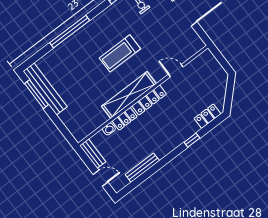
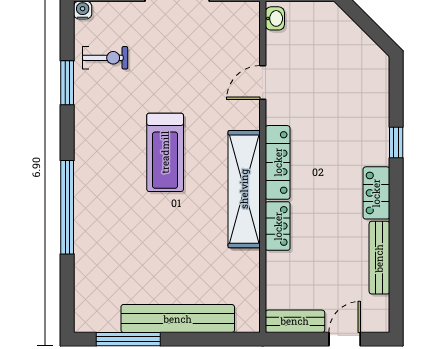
bench: (45, 89) -> (178, 319), moved
locker: (208, 116) -> (376, 193), moved
washbasin: (109, 129) -> (275, 18), moved

